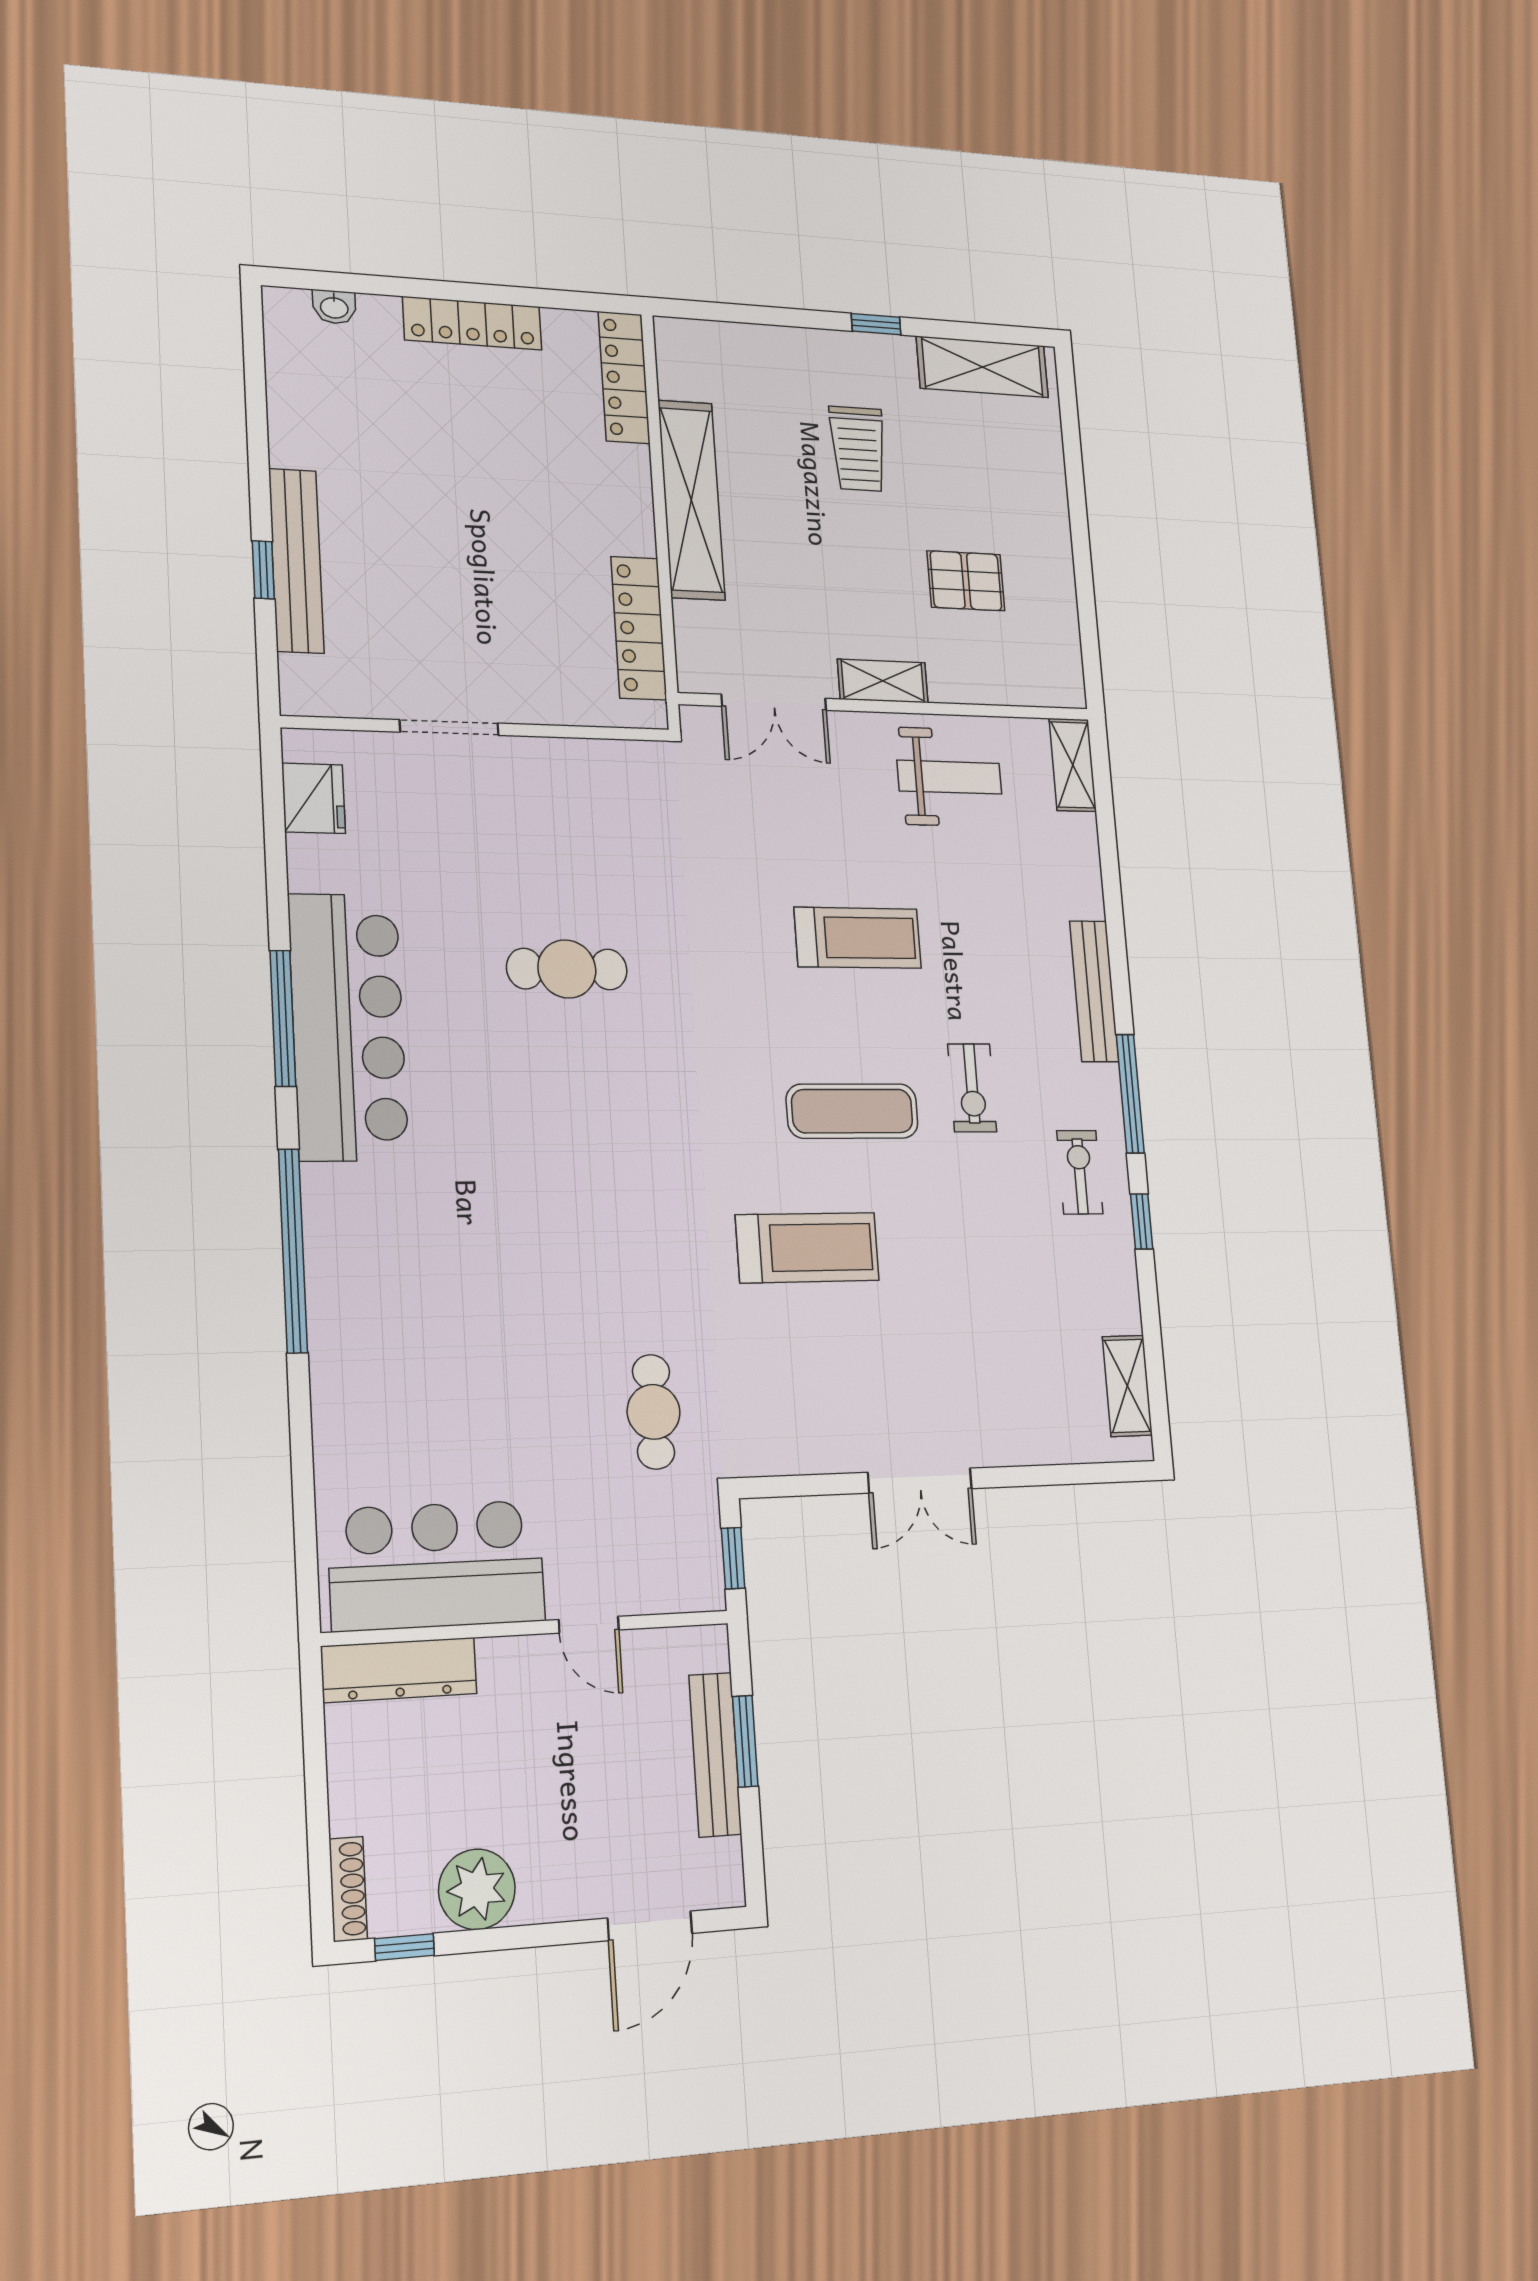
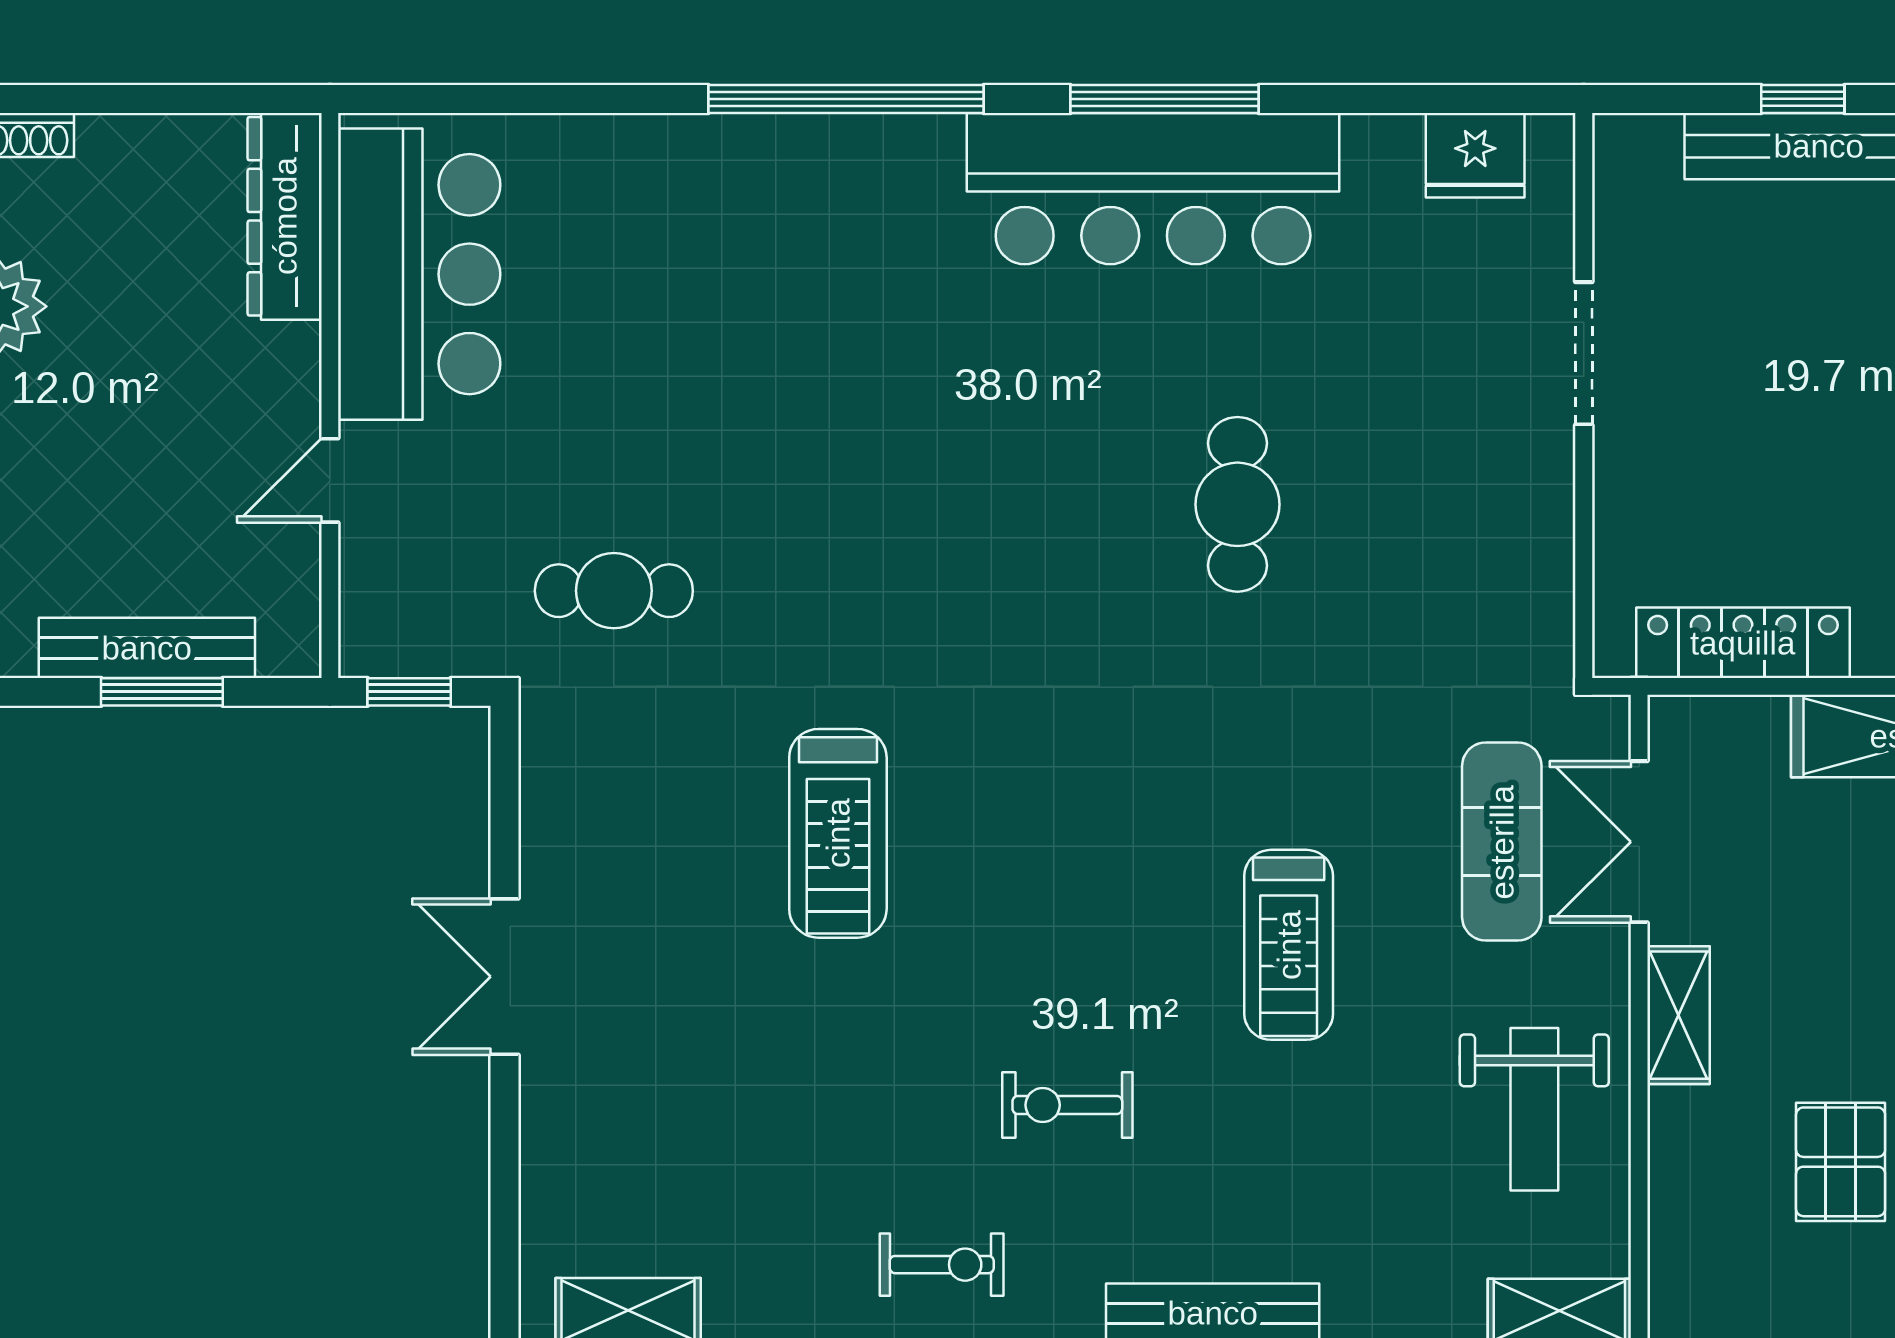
exercise mat: (852, 1111) -> (1502, 842), moved

